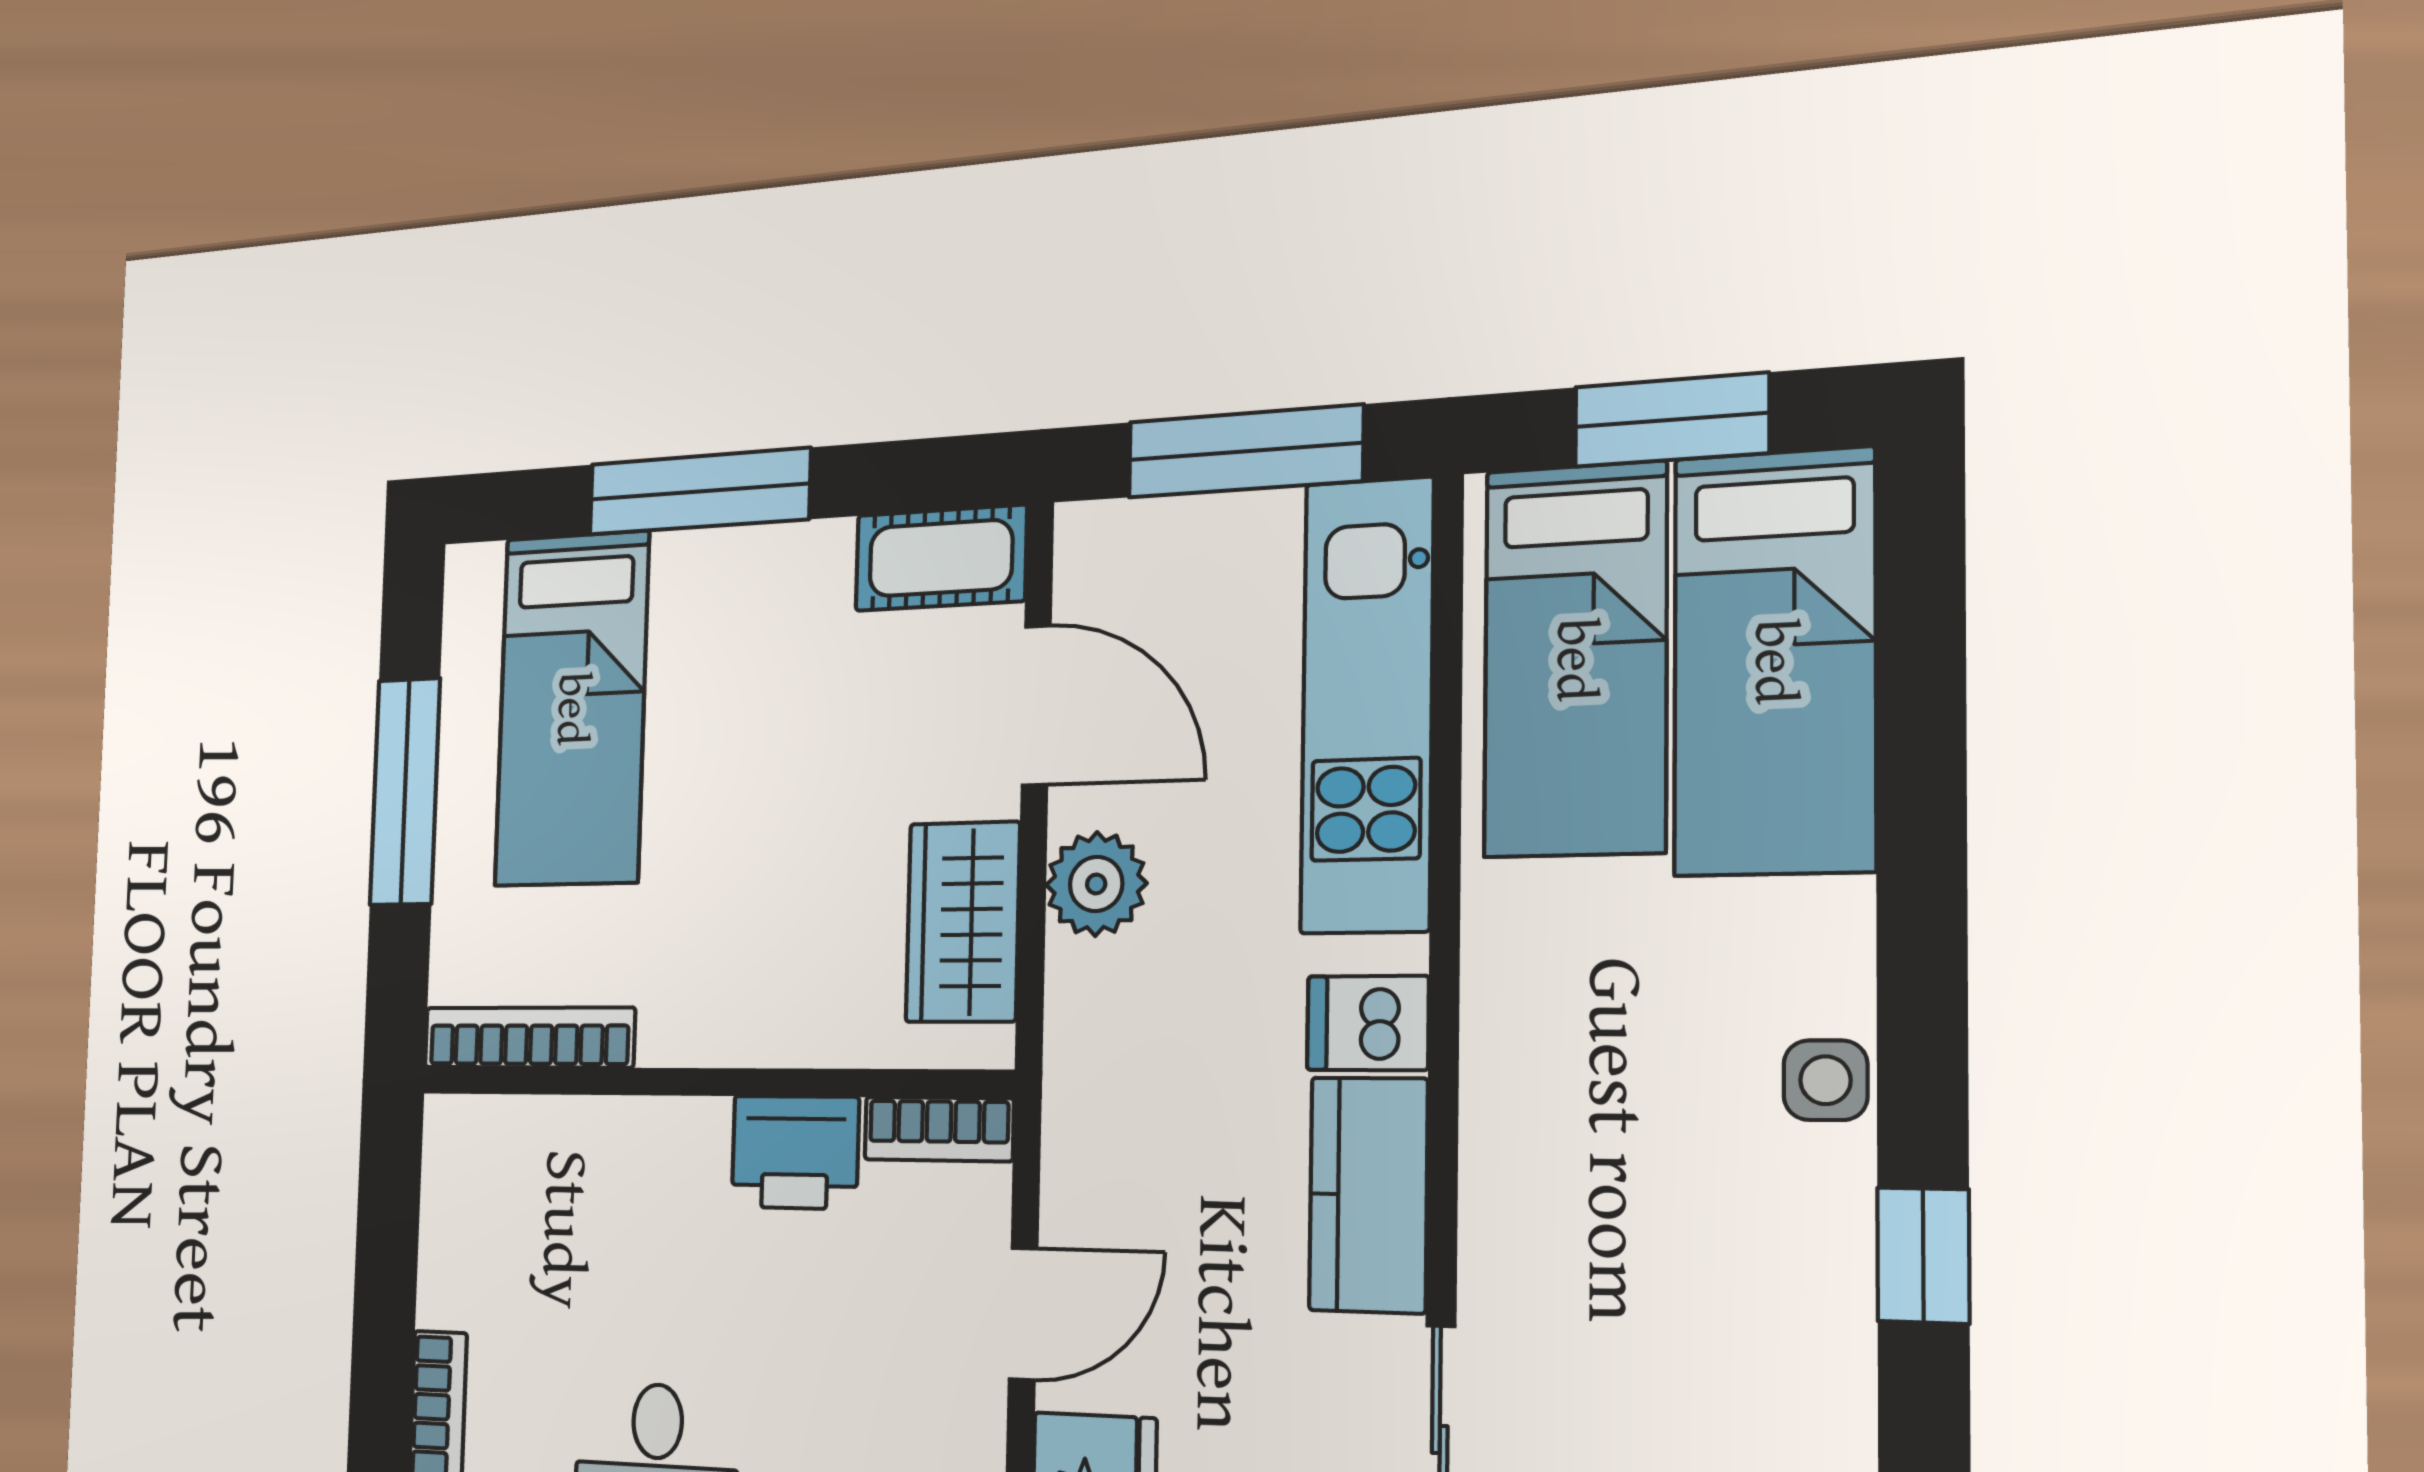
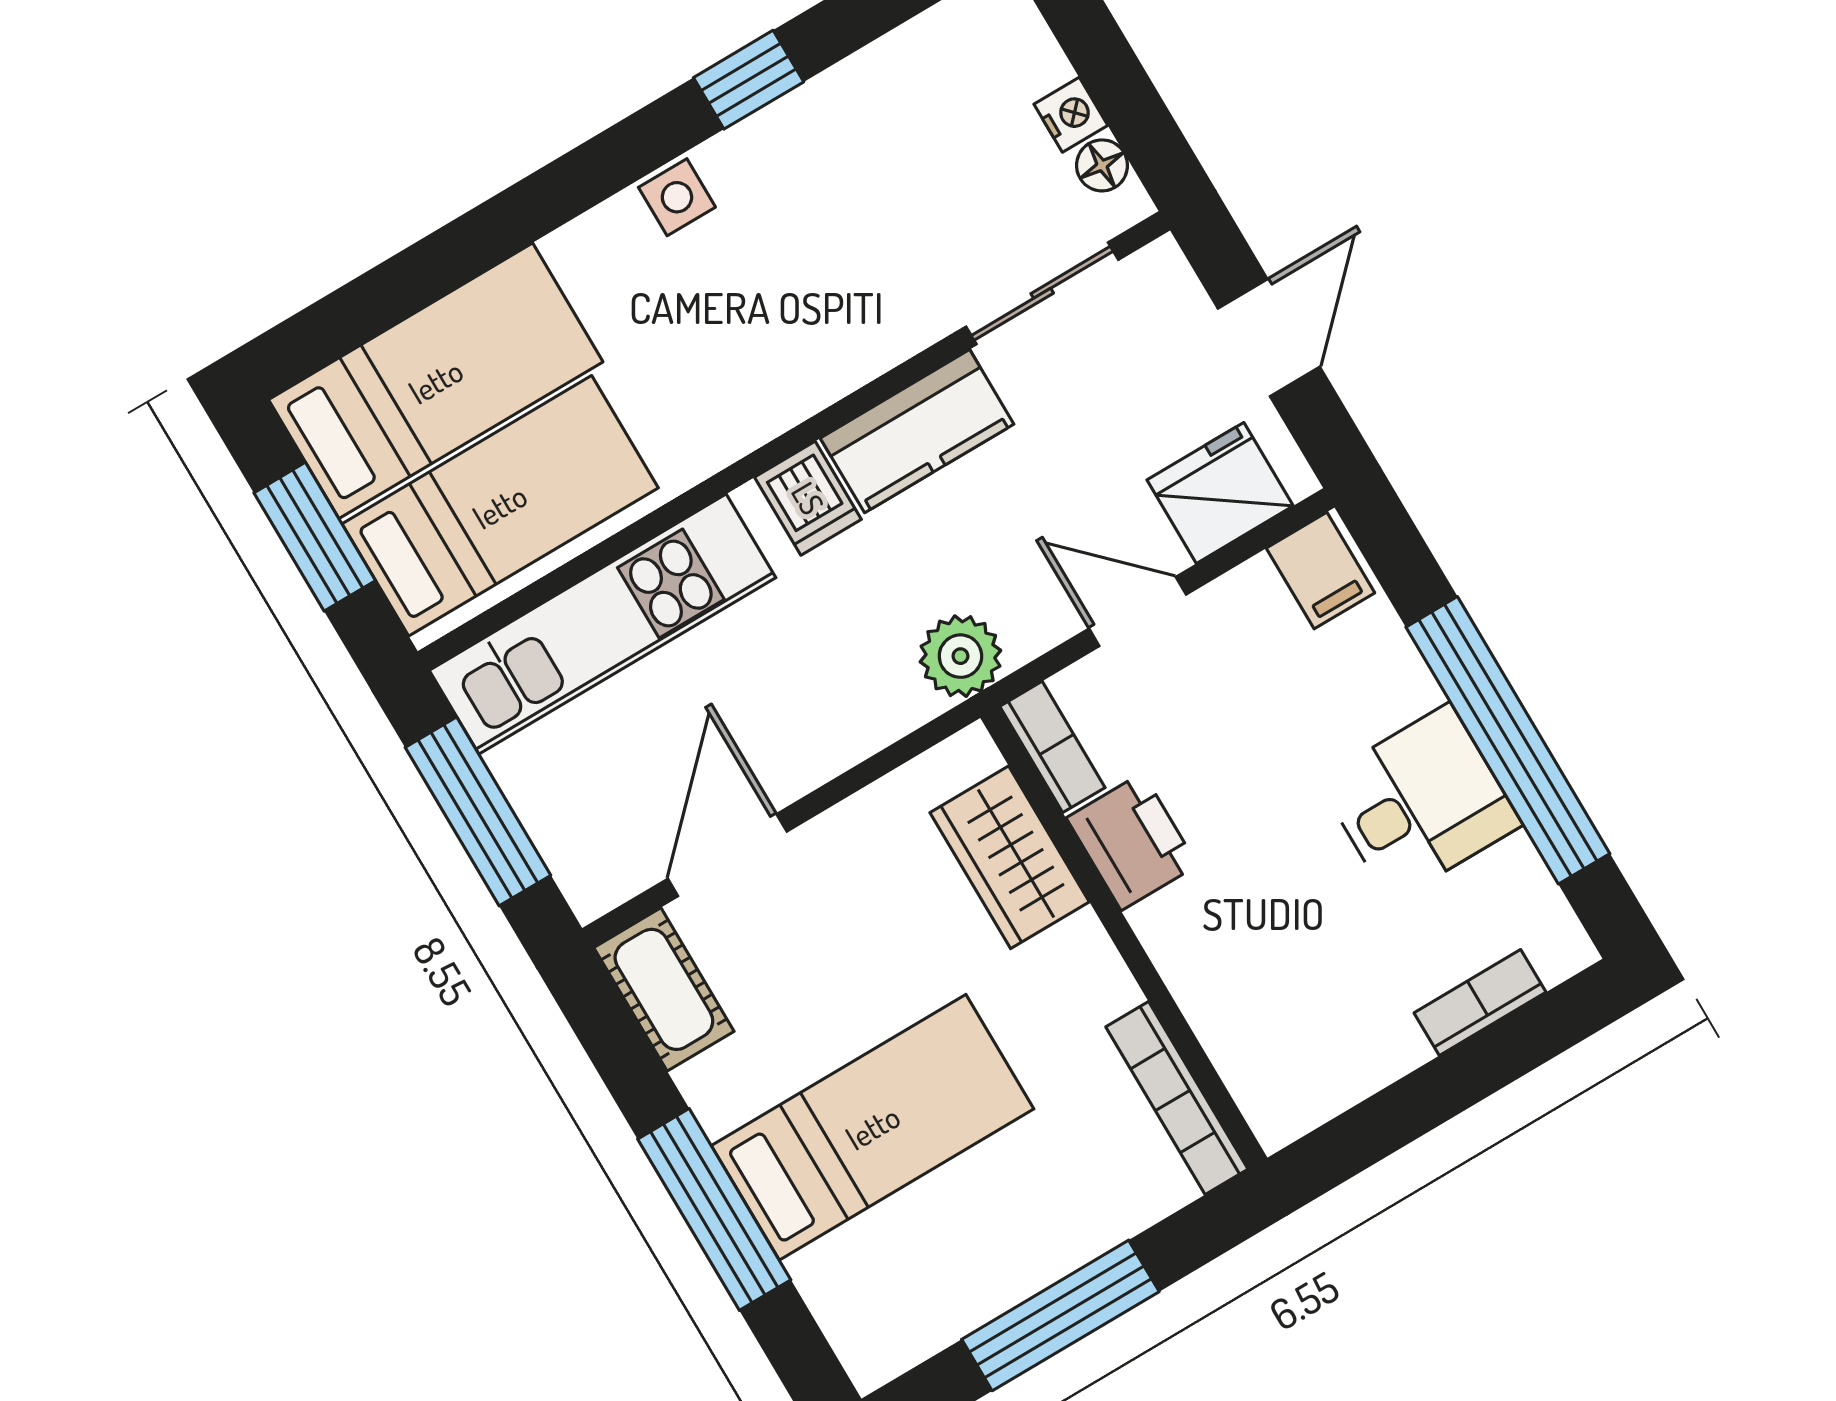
bed: (572, 709) -> (873, 1127), moved
plant: (1096, 884) -> (960, 656), moved
wardrobe: (963, 922) -> (1010, 857), moved, turned 90

